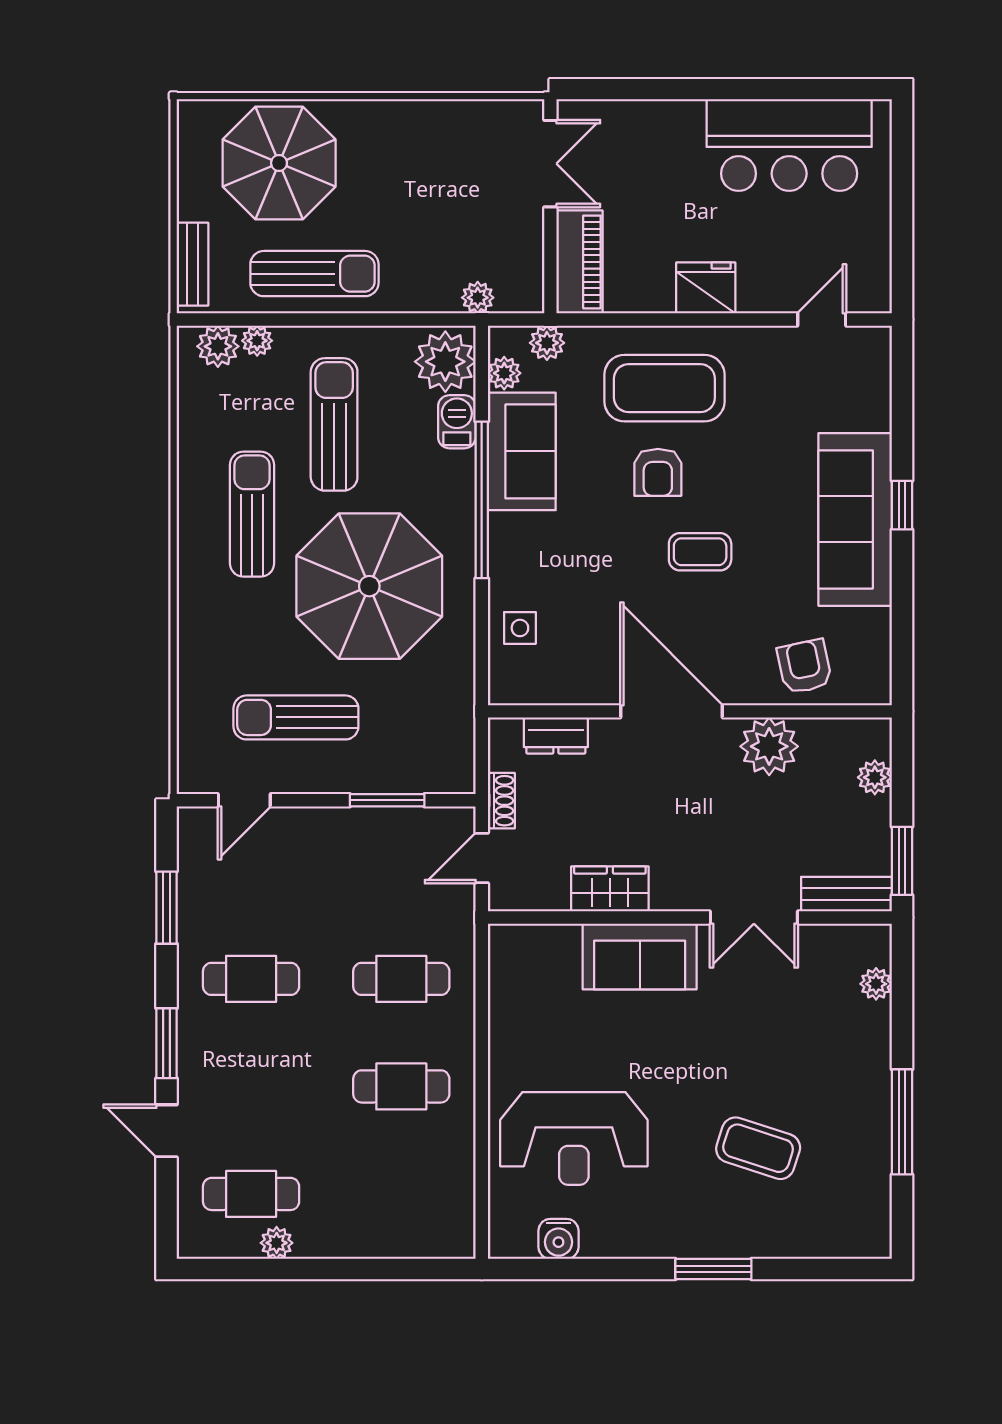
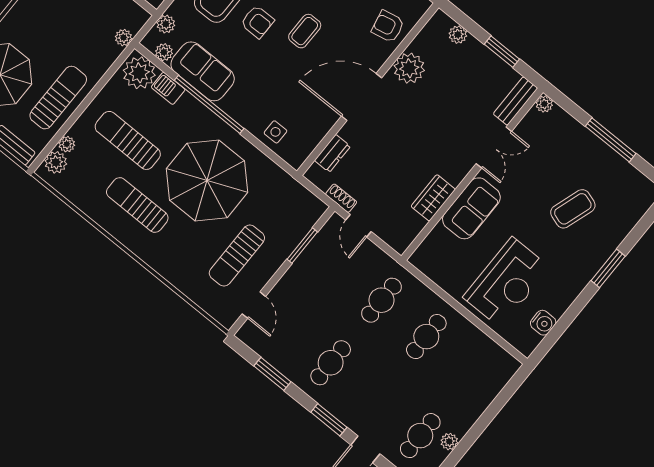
wardrobe: (610, 889) -> (433, 198), moved
bench: (846, 894) -> (515, 101), moved
wall: (690, 917) -> (472, 174), moved
double door: (754, 917) -> (494, 148), moved
sofa: (640, 956) -> (471, 208), moved

